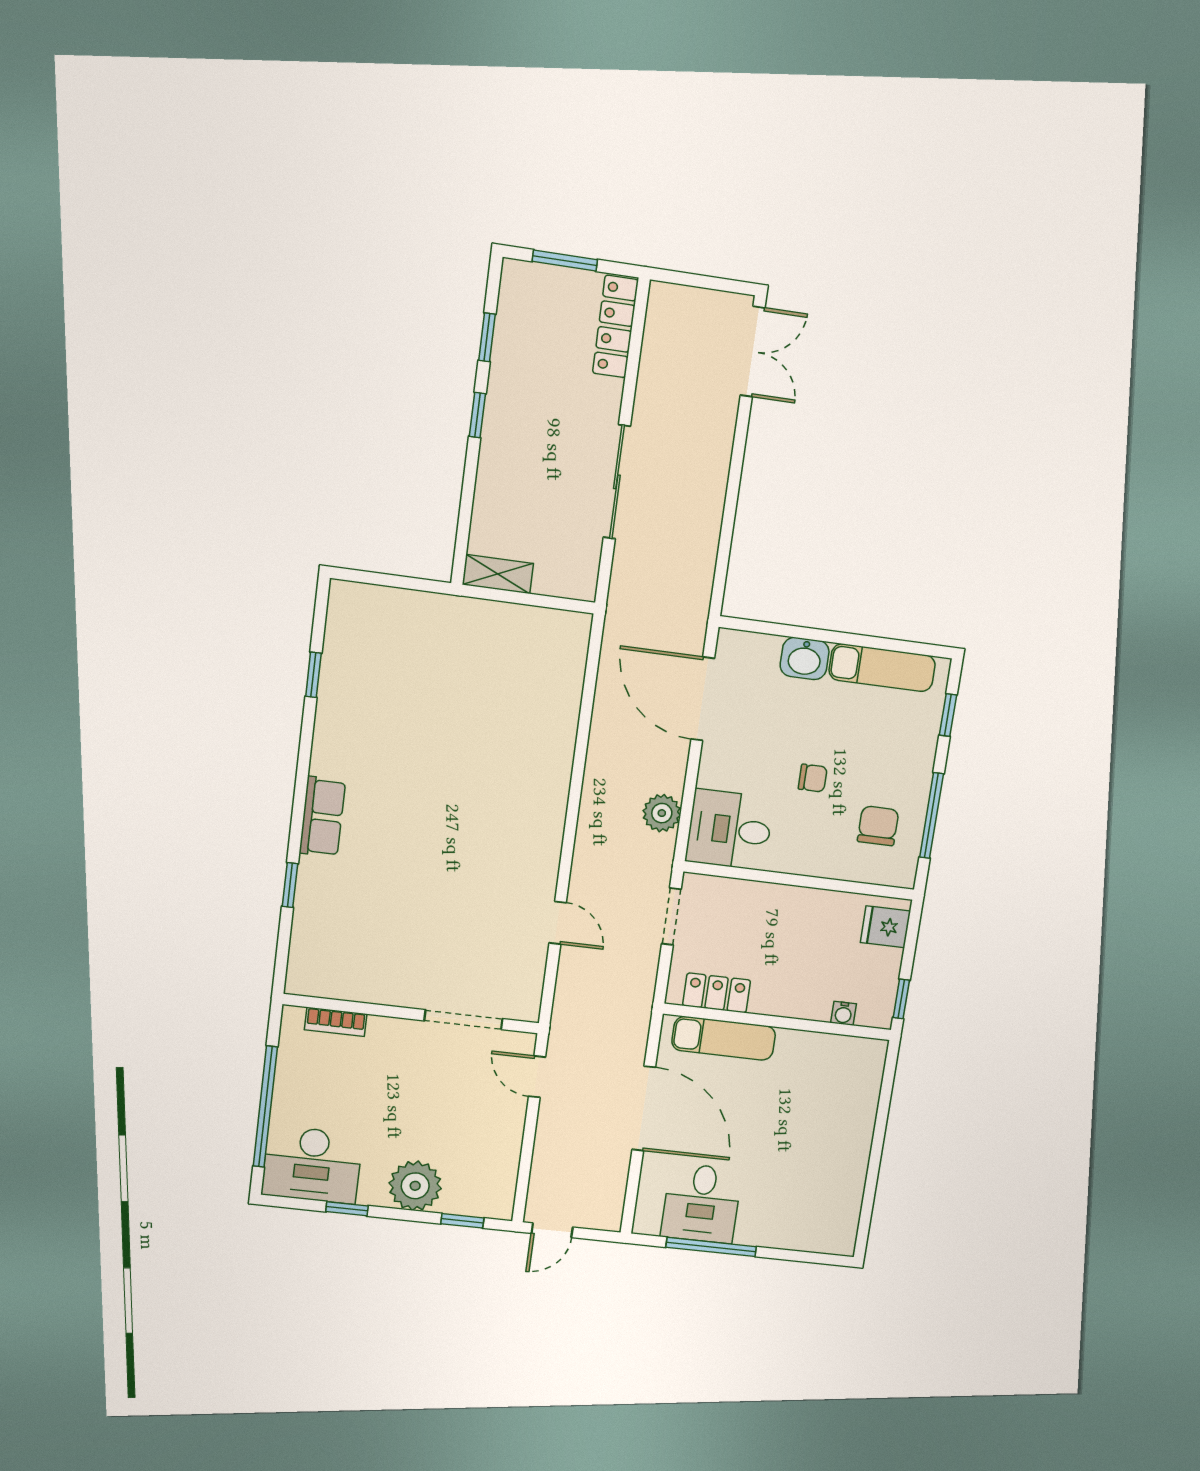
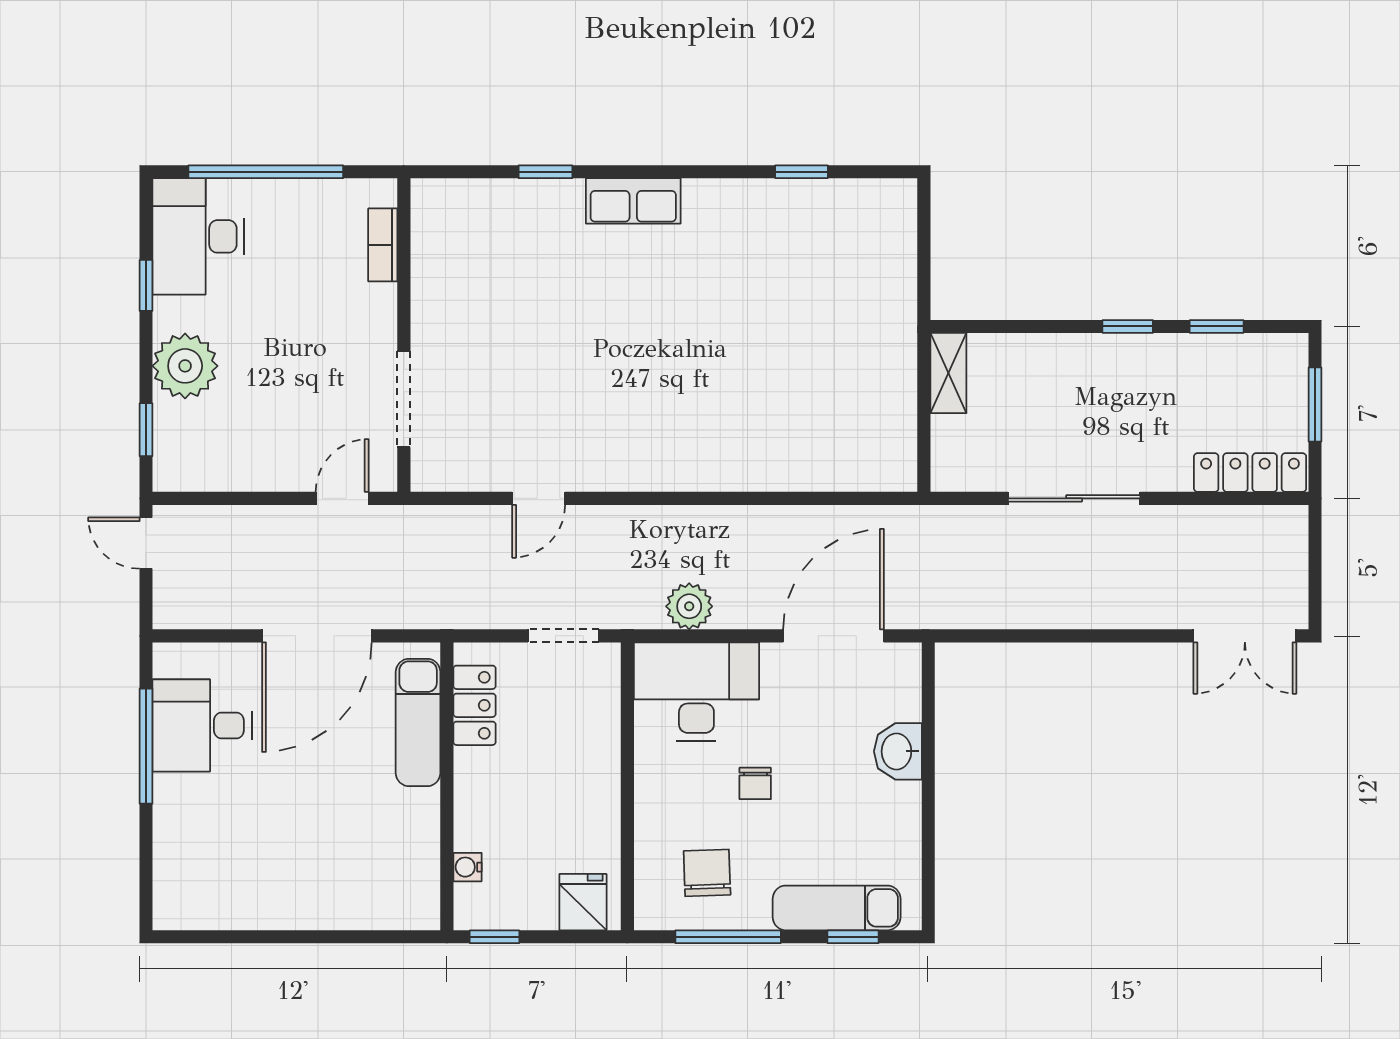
exam couch: (882, 668) -> (837, 908), moved, turned 90
chair: (878, 826) -> (707, 873), turned -92
desk: (730, 830) -> (696, 692), width x1.37

